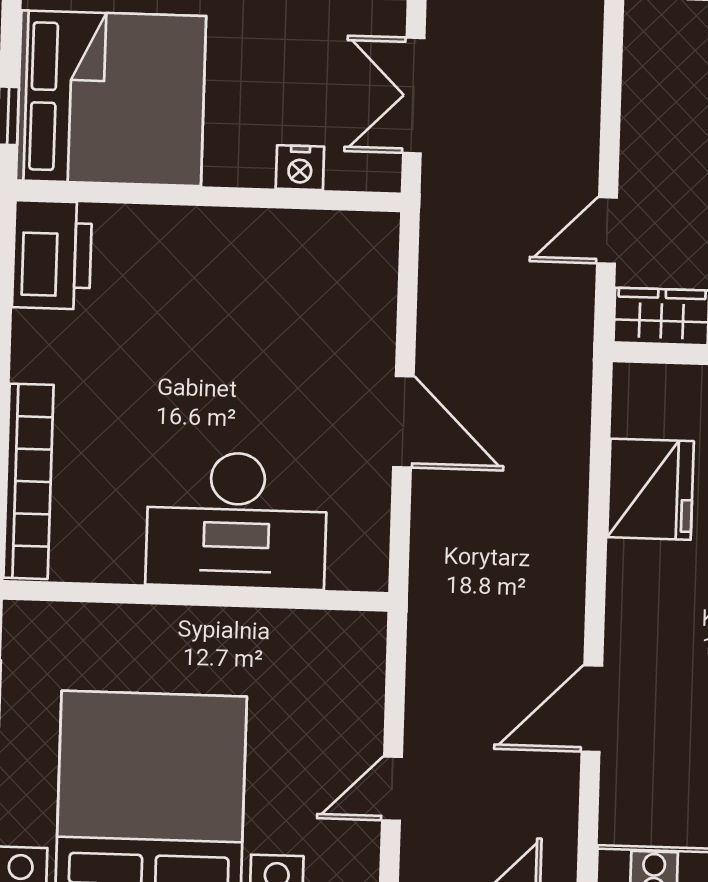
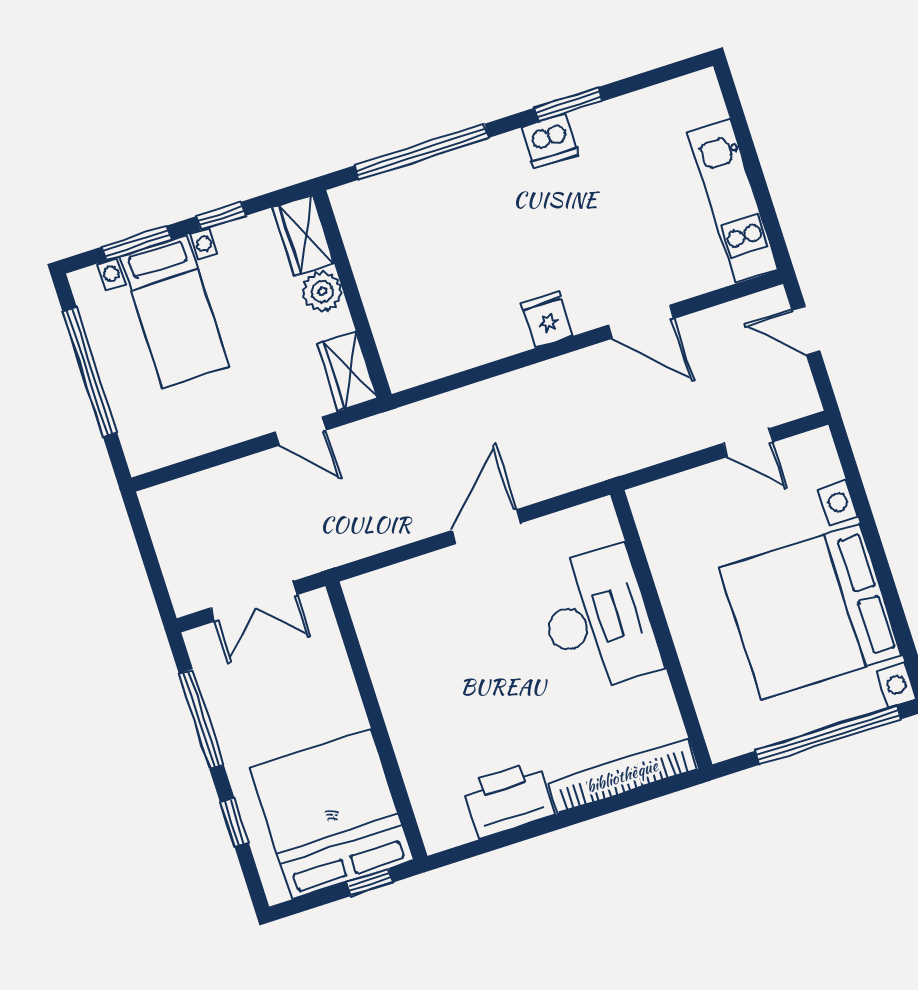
nightstand: (300, 168) -> (333, 663), removed
printer: (52, 255) -> (508, 800), moved
fridge: (651, 489) -> (547, 319), moved, width x0.53, depth x0.75

